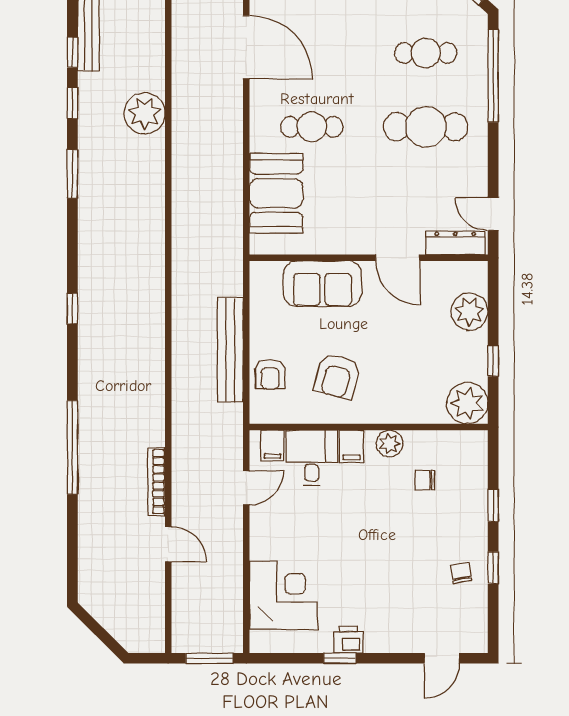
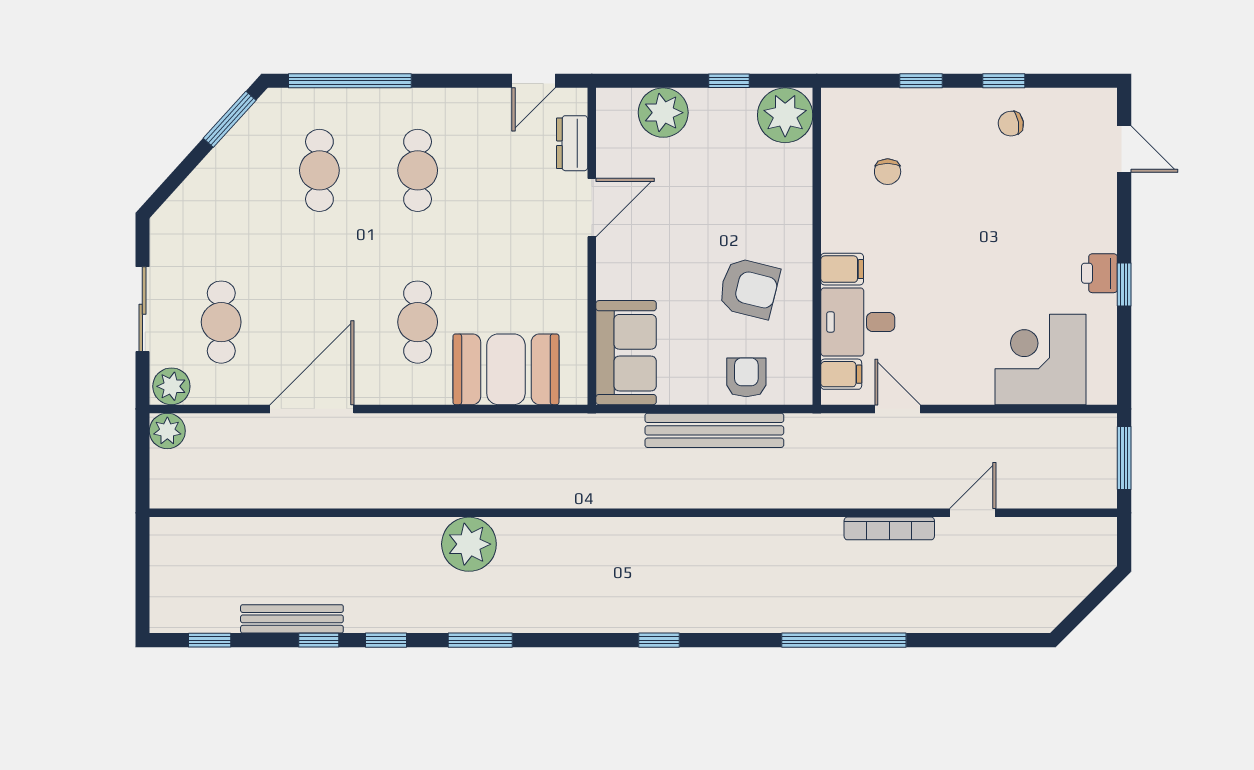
plant: (145, 113) -> (469, 544), moved
cafe table: (426, 127) -> (418, 170), width x0.73, depth x0.74
dresser: (455, 243) -> (572, 143), width x0.70
sofa: (322, 284) -> (626, 353), moved
armchair: (270, 374) -> (746, 377), turned -90
plant: (390, 444) -> (839, 219), removed

